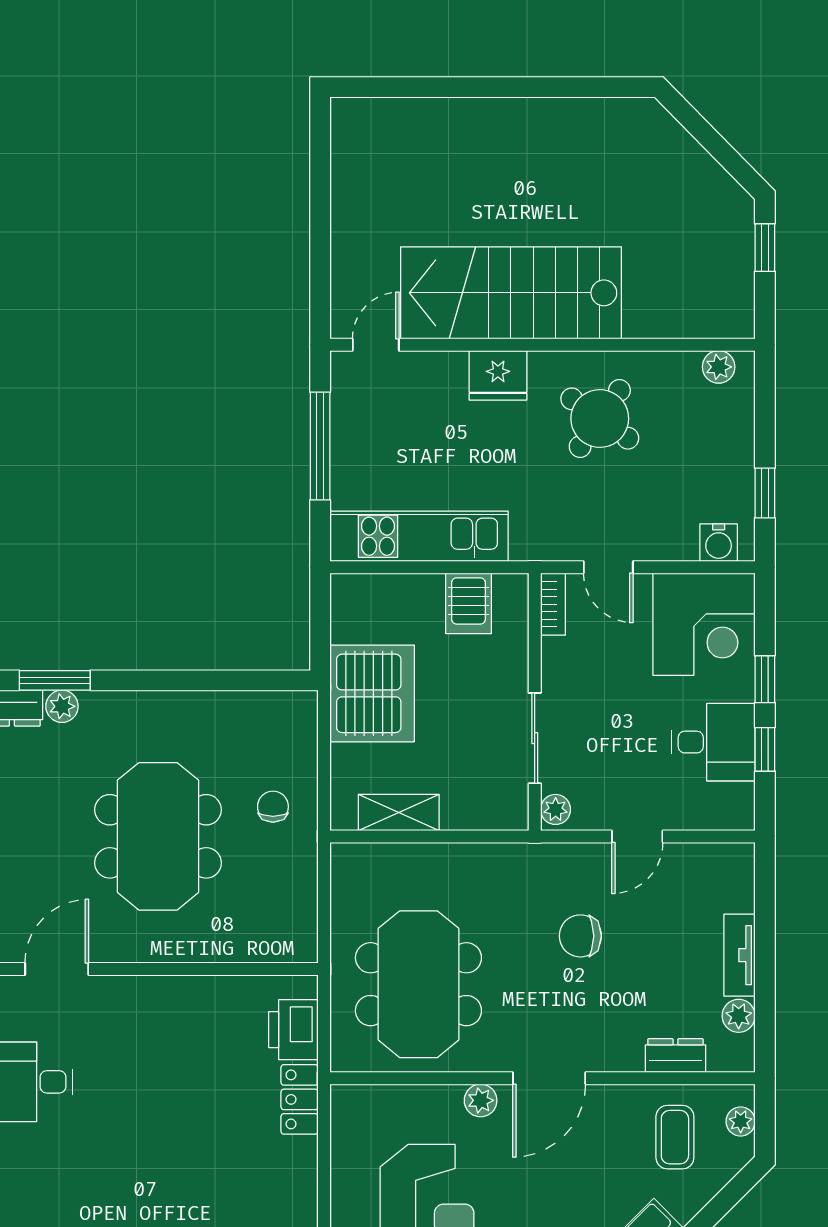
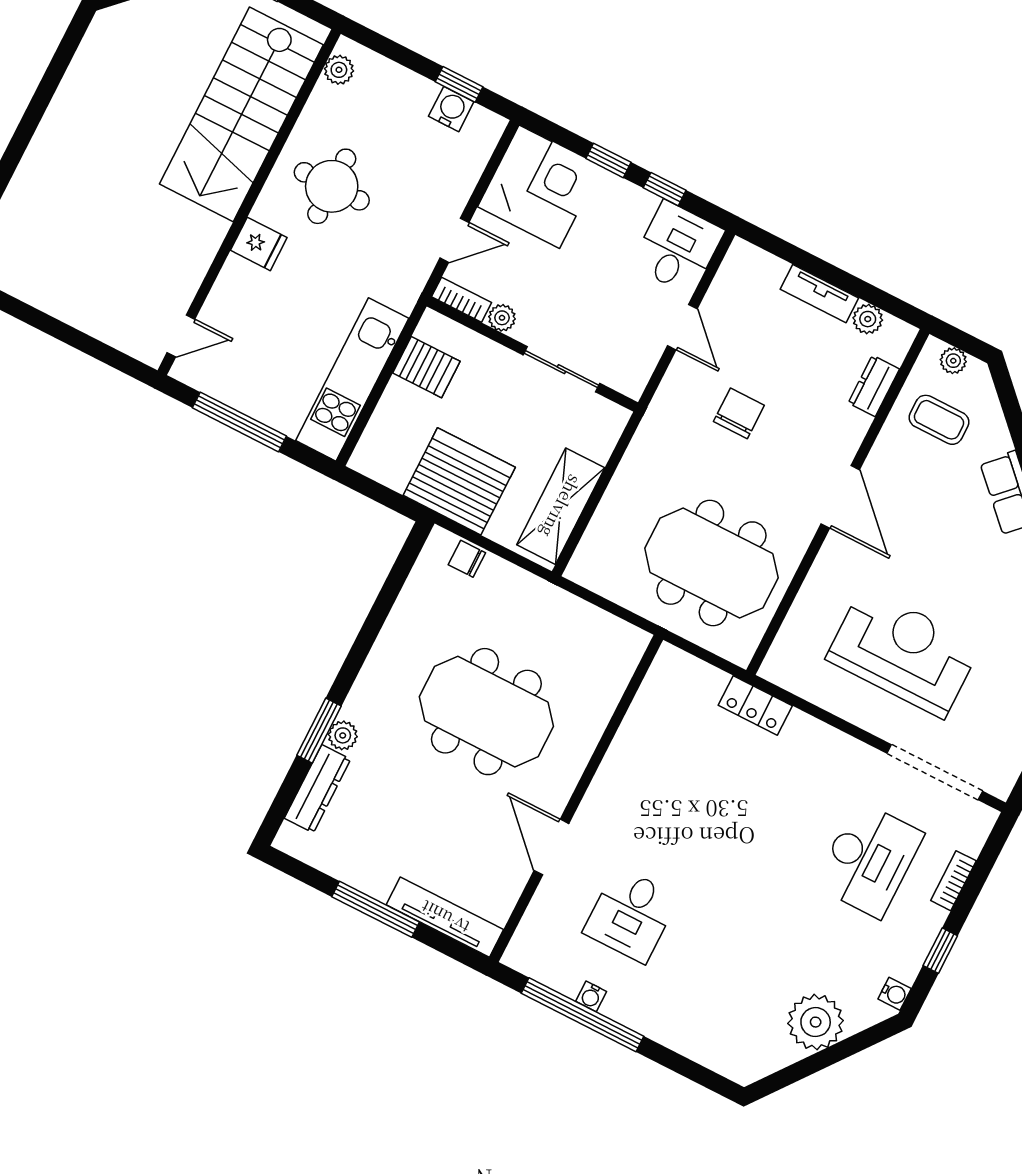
stairs: (511, 293) -> (241, 114), moved
door: (376, 345) -> (181, 336), swing flipped
fridge: (498, 375) -> (259, 244), width x0.72
round table: (600, 419) -> (332, 186), turned -35
water cooler: (719, 543) -> (451, 109), moved, turned -90
desk: (713, 742) -> (678, 248), moved
chair: (273, 807) -> (467, 559), moved
plant: (556, 809) -> (502, 318), moved
shelving: (399, 812) -> (561, 506), width x1.50, depth x1.33
chair: (580, 936) -> (739, 413), turned 180
printer: (293, 1030) -> (697, 682), removed
plant: (481, 1100) -> (830, 561), removed

